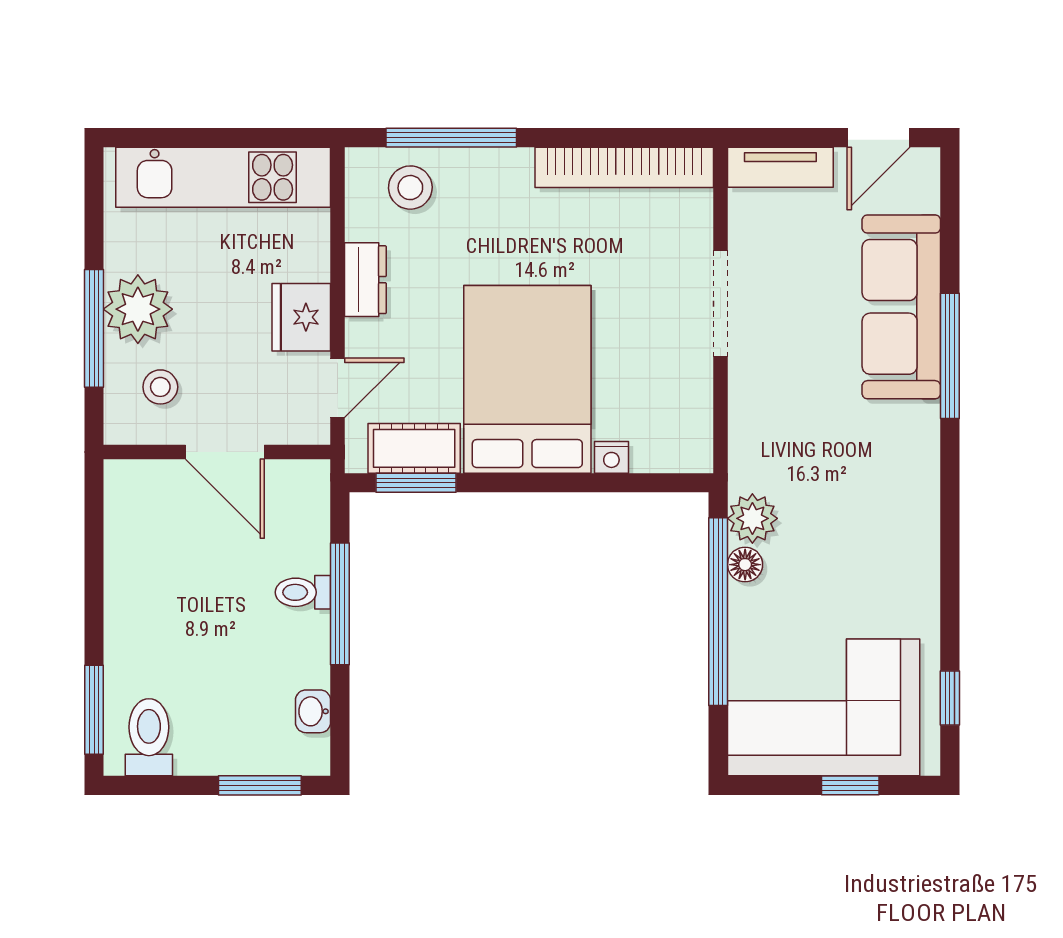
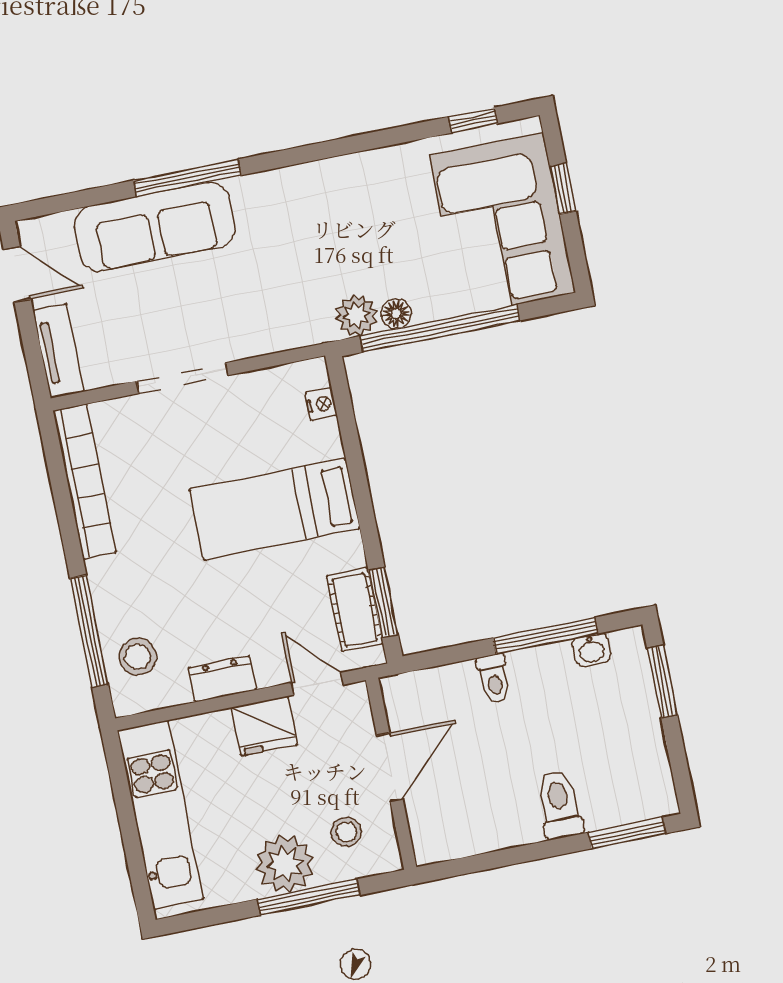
bed: (527, 379) -> (275, 509), width x0.67
nightstand: (611, 457) -> (321, 404), moved
window: (340, 604) -> (546, 636), moved
toilet: (149, 737) -> (559, 805), moved, turned 90

